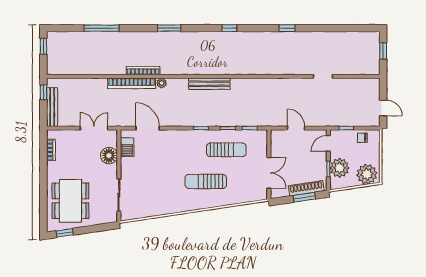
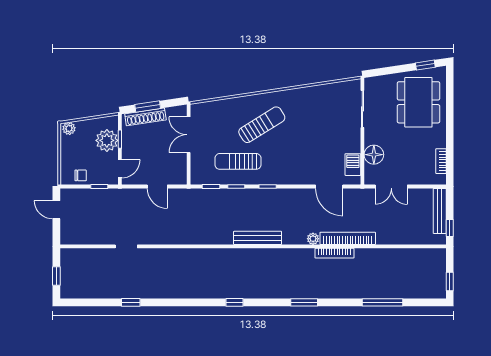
window: (287, 28) -> (131, 302), moved
plant: (367, 174) -> (69, 128), width x0.53, depth x0.53
sun lounger: (206, 181) -> (262, 125), turned -32

